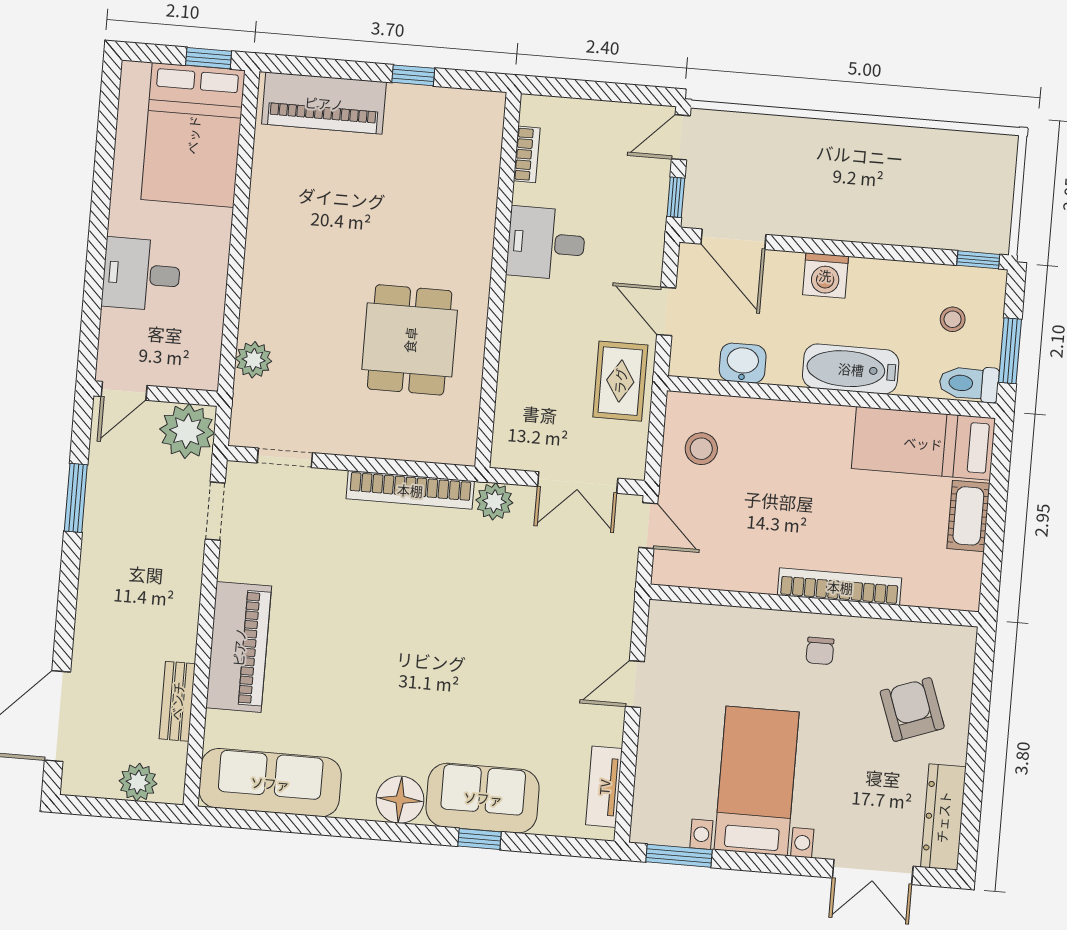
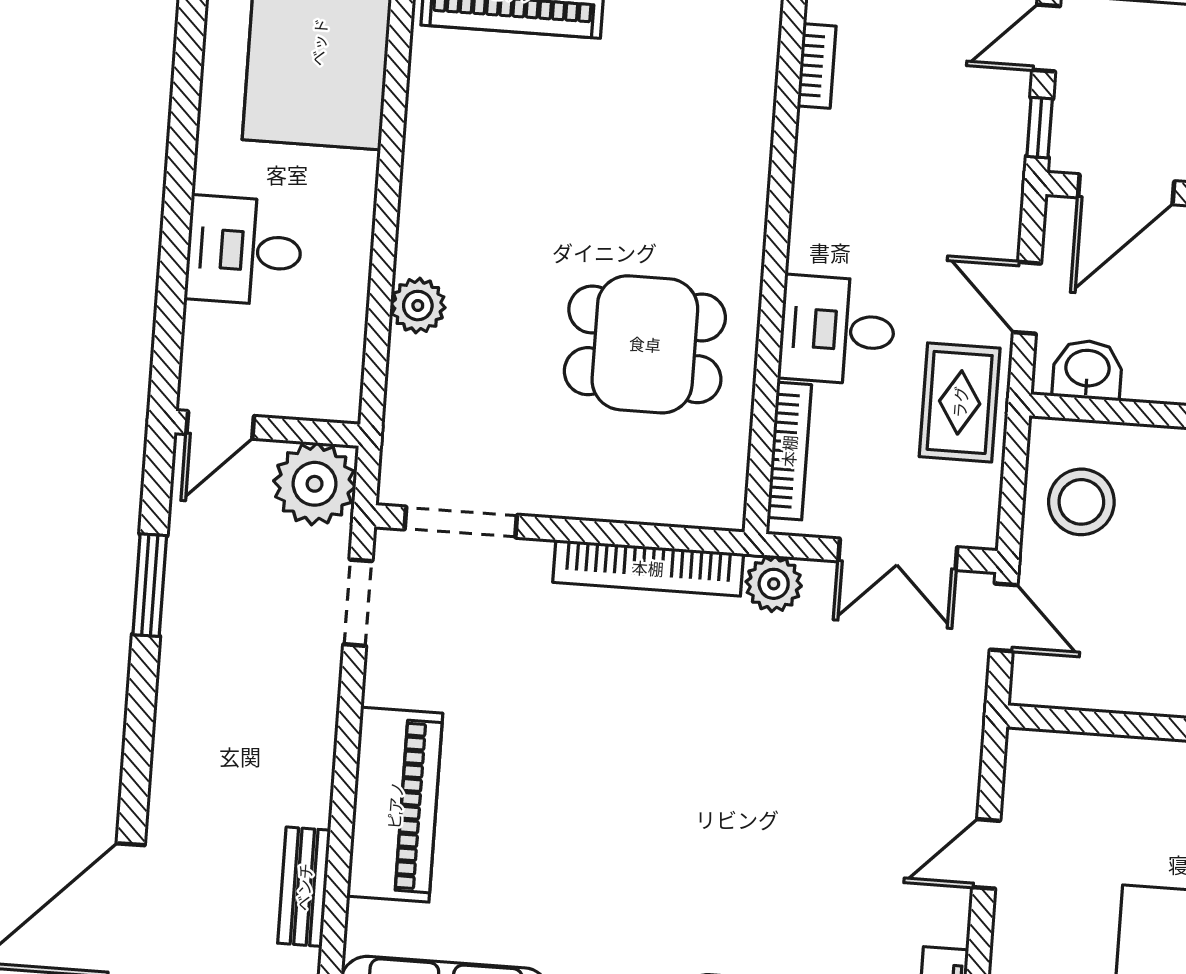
door: (733, 239) -> (1126, 189), hinge flipped
desk: (546, 243) -> (837, 330), moved
dining table: (410, 340) -> (645, 344), turned 90
plant: (254, 360) -> (418, 306), moved
washbasin: (743, 363) -> (1087, 370), moved
bookcase: (506, 412) -> (789, 451), added
stool: (701, 449) -> (1081, 502), width x1.38, depth x1.38
doorway: (285, 458) -> (461, 522), width x1.38

